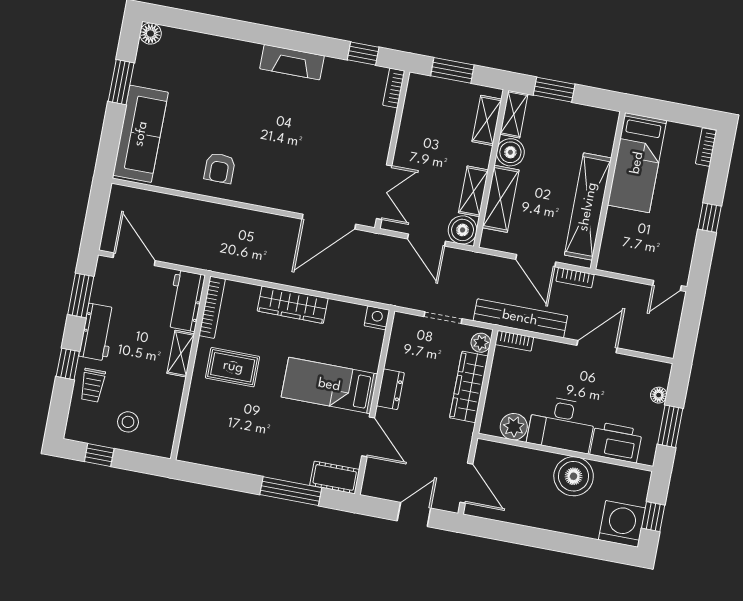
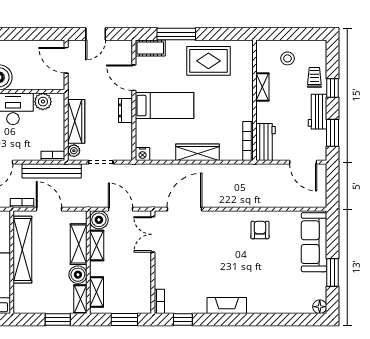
shelving: (181, 354) -> (262, 87), moved
rug: (233, 367) -> (208, 61), moved, width x1.36, depth x1.43
window: (99, 455) -> (302, 34), removed

